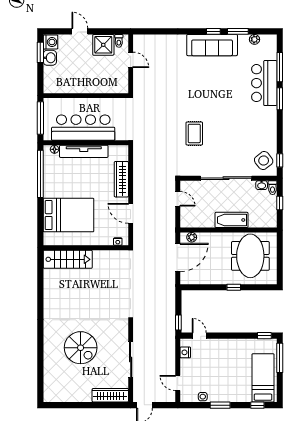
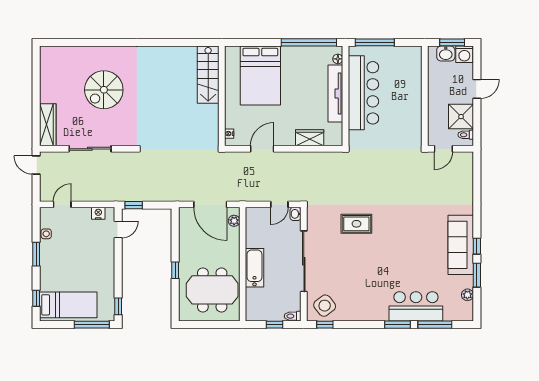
wall: (86, 96) -> (425, 96), moved
wardrobe: (121, 179) -> (310, 138), width x0.67
washbasin: (262, 185) -> (296, 214), moved

